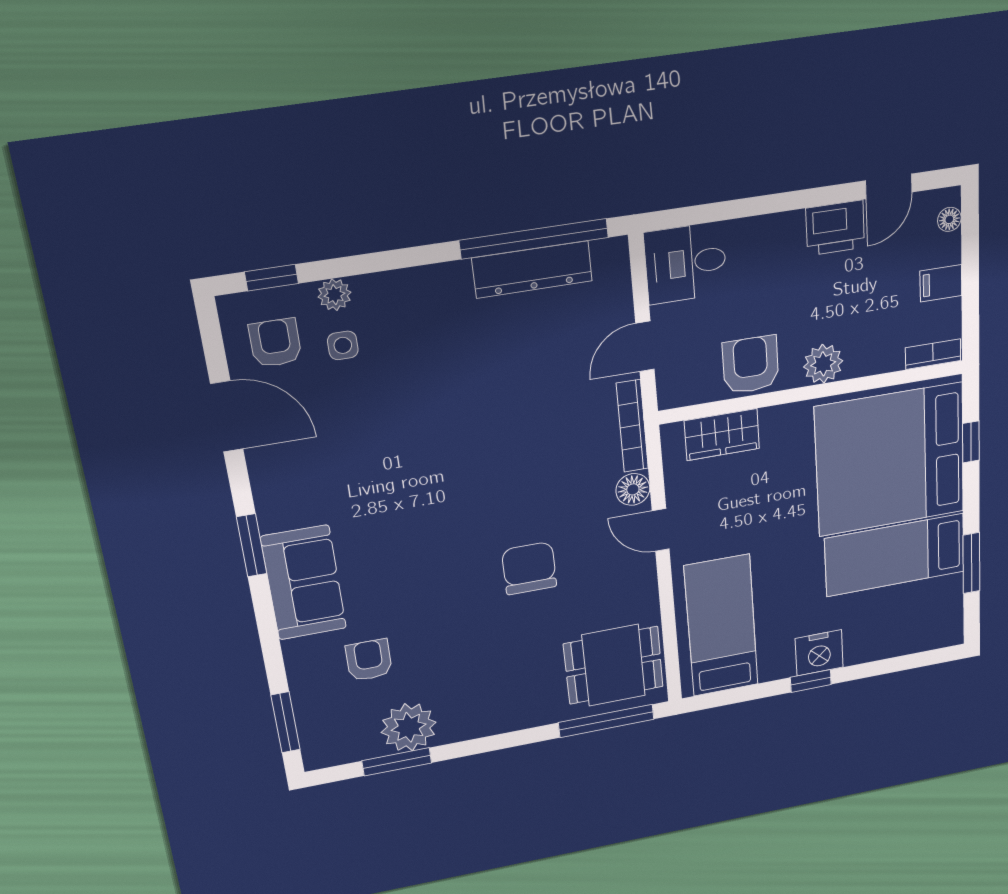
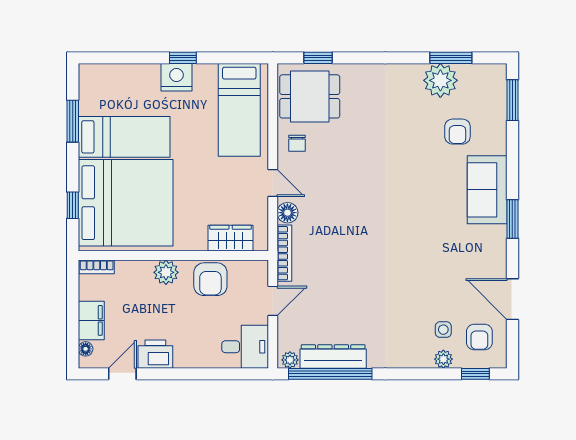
plant: (607, 252) -> (290, 360), added
filing cabinet: (941, 283) -> (91, 320), width x2.00
chair: (529, 568) -> (297, 143), moved, width x0.54, depth x0.54
window: (606, 721) -> (318, 58), width x0.46

